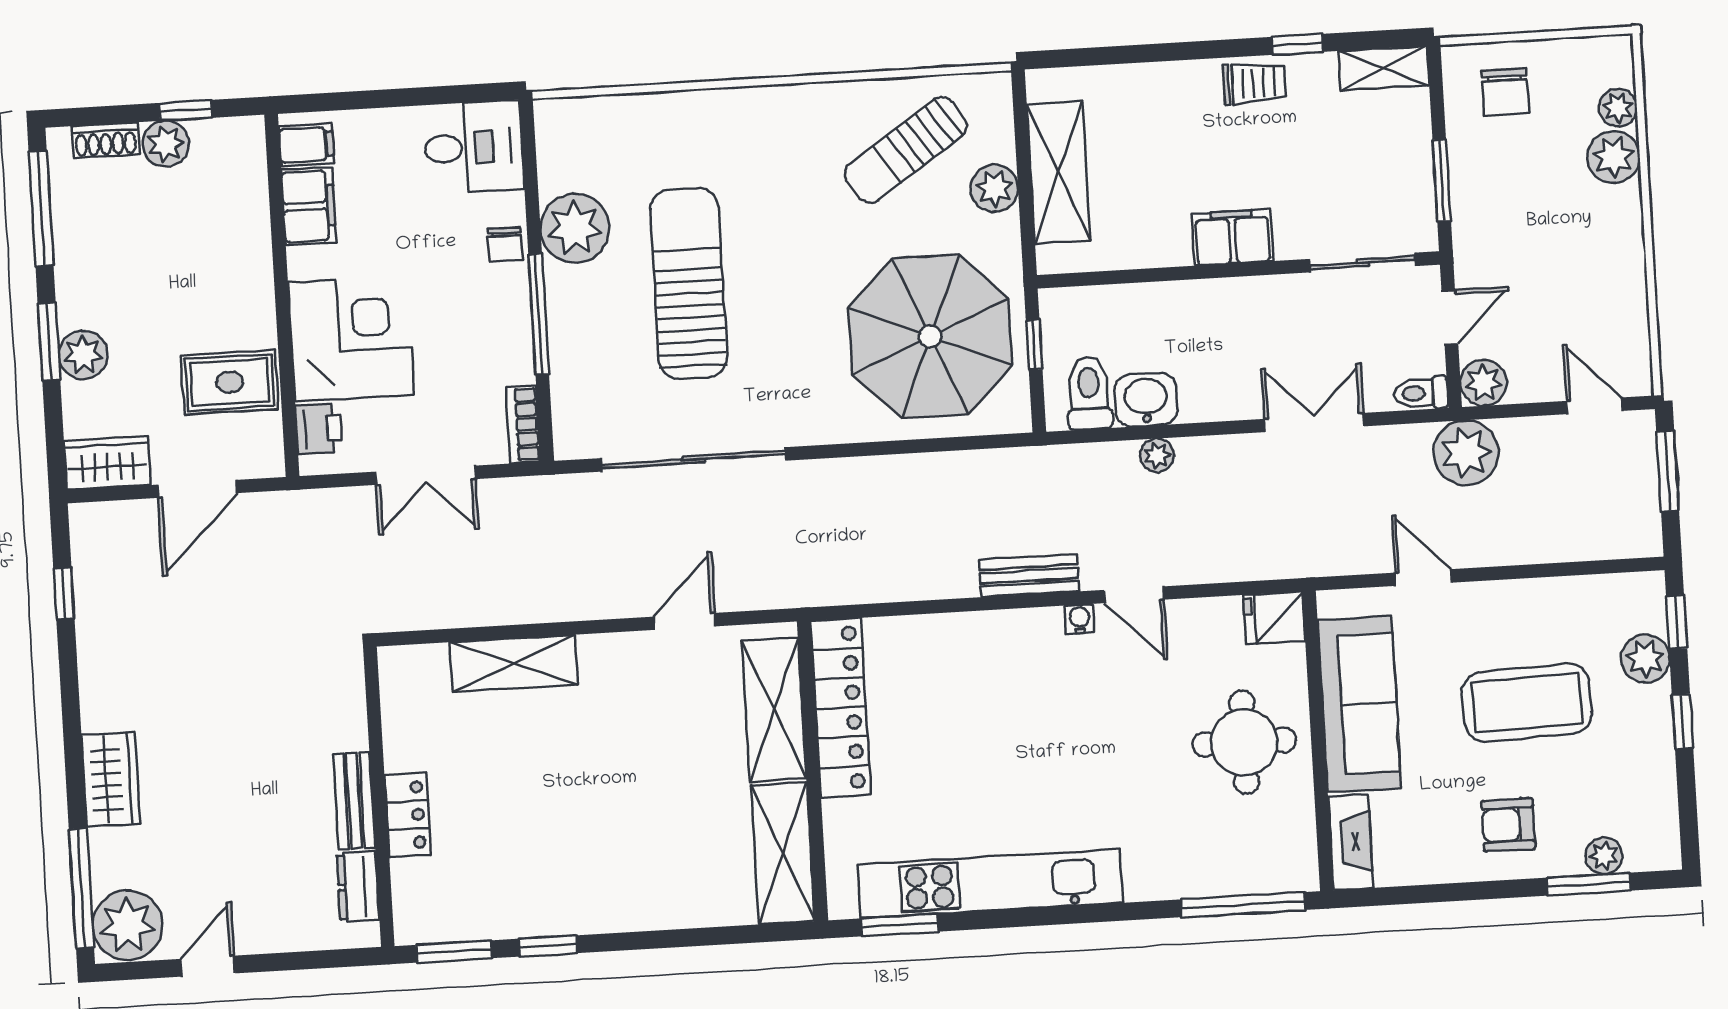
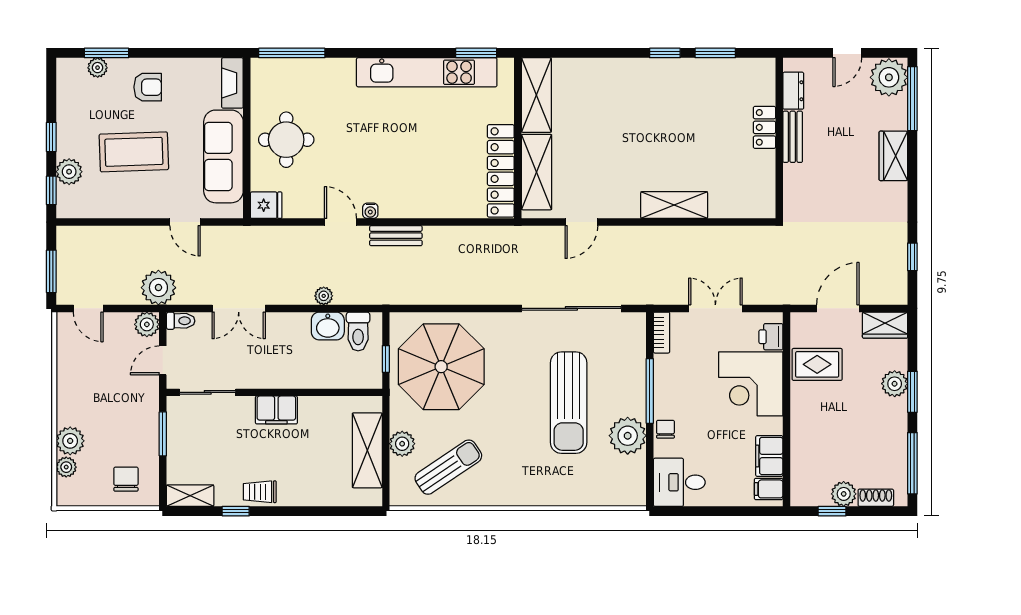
wall: (379, 797) -> (779, 138), moved
bench: (354, 801) -> (793, 137), moved
locker: (408, 815) -> (764, 127), moved
dresser: (358, 887) -> (793, 91), moved

